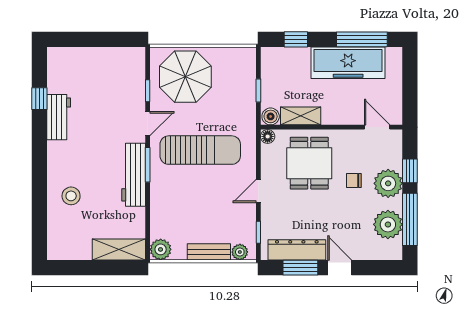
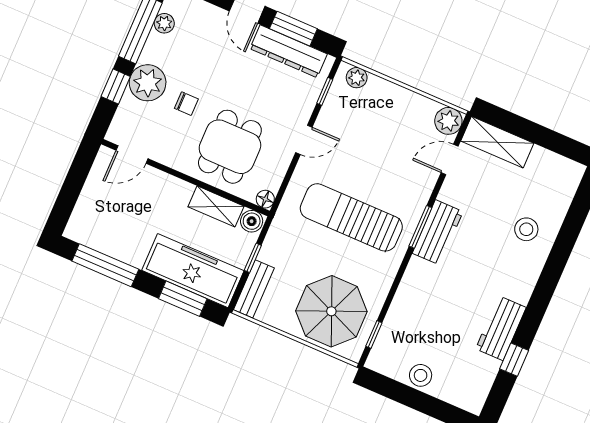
window: (296, 39) -> (183, 299), width x1.50
stool: (102, 58) -> (421, 375), added
freezer: (348, 63) -> (193, 271), moved
window: (148, 91) -> (374, 334), moved
door: (148, 124) -> (450, 159), moved
door: (377, 127) -> (132, 154), hinge flipped
workbench: (134, 175) -> (438, 232), width x0.73
plant: (388, 224) -> (164, 23), width x0.53, depth x0.53
bench: (209, 252) -> (254, 289), moved, turned 90

